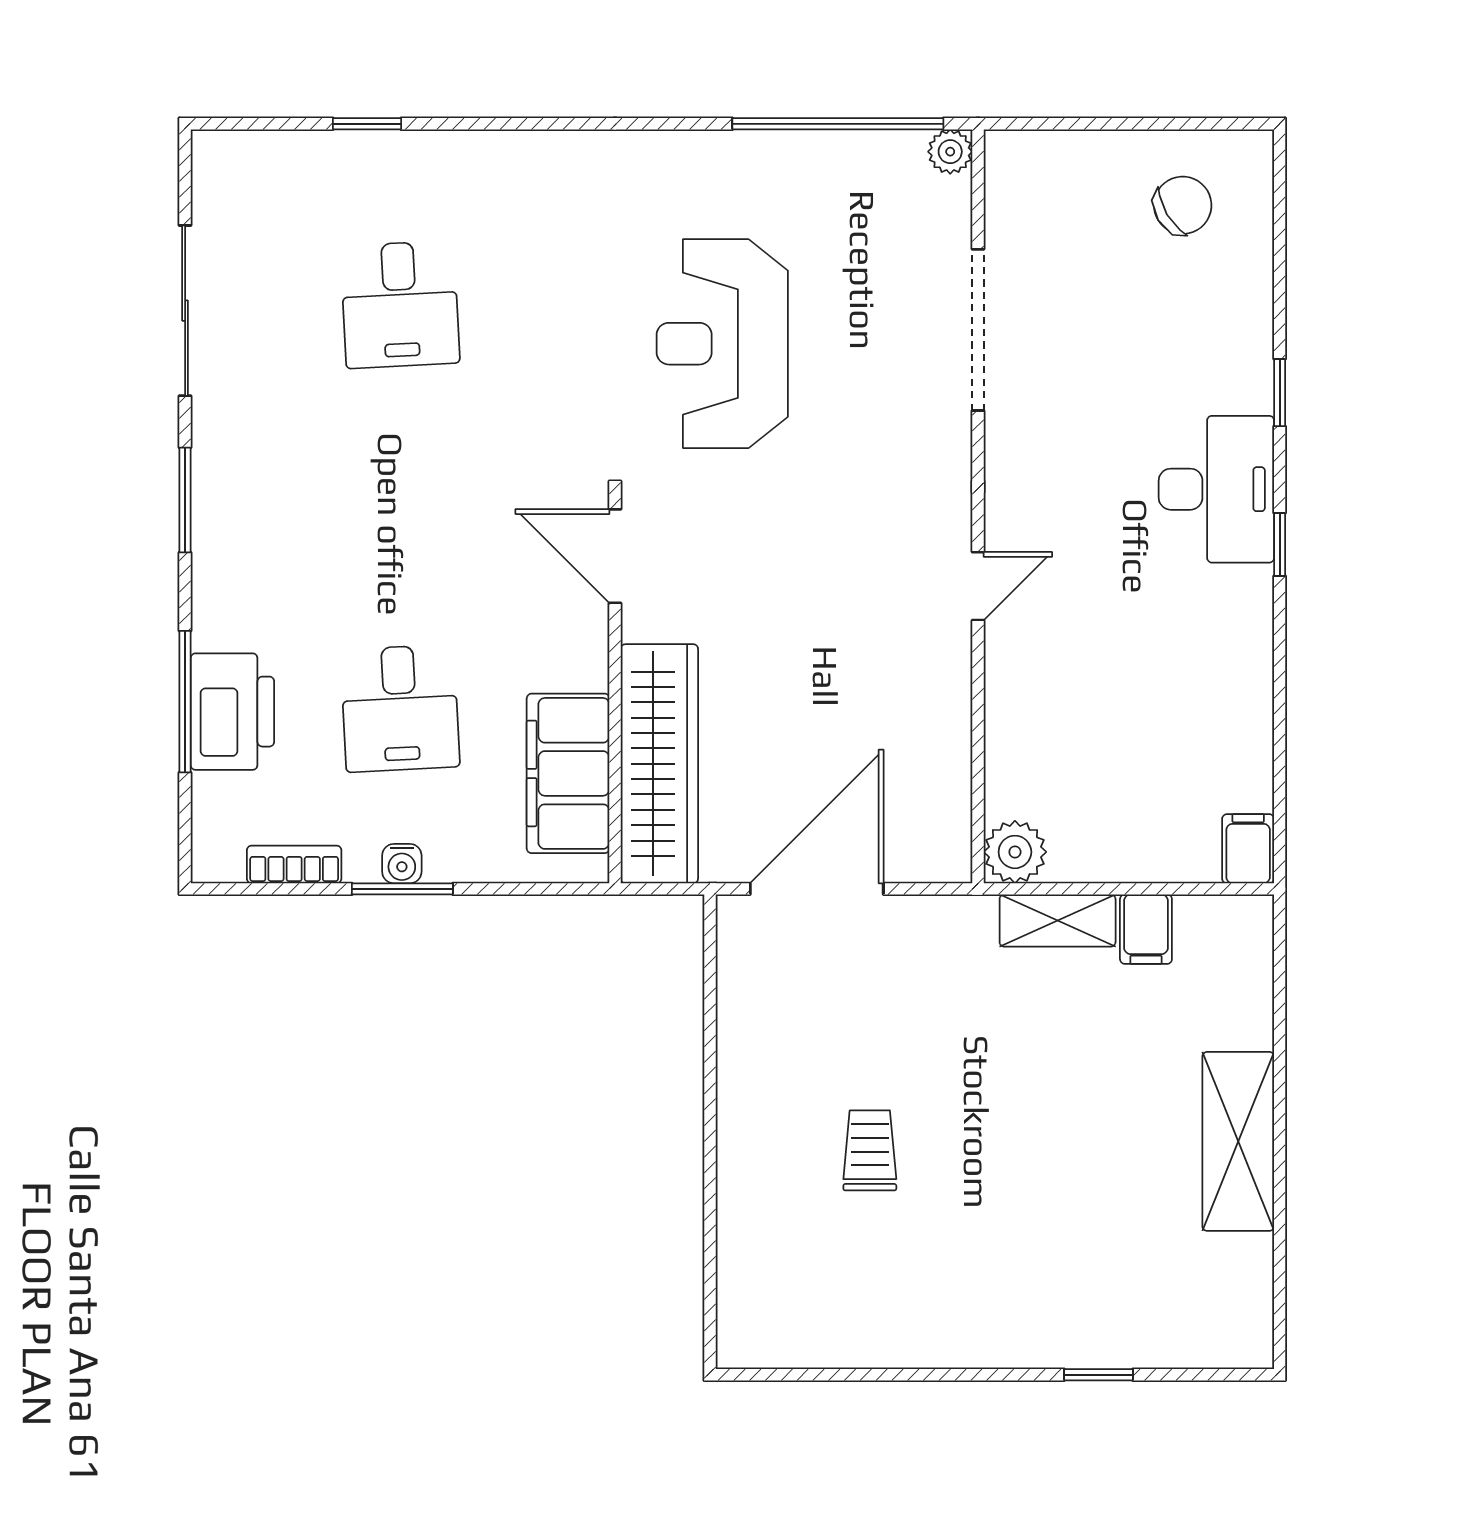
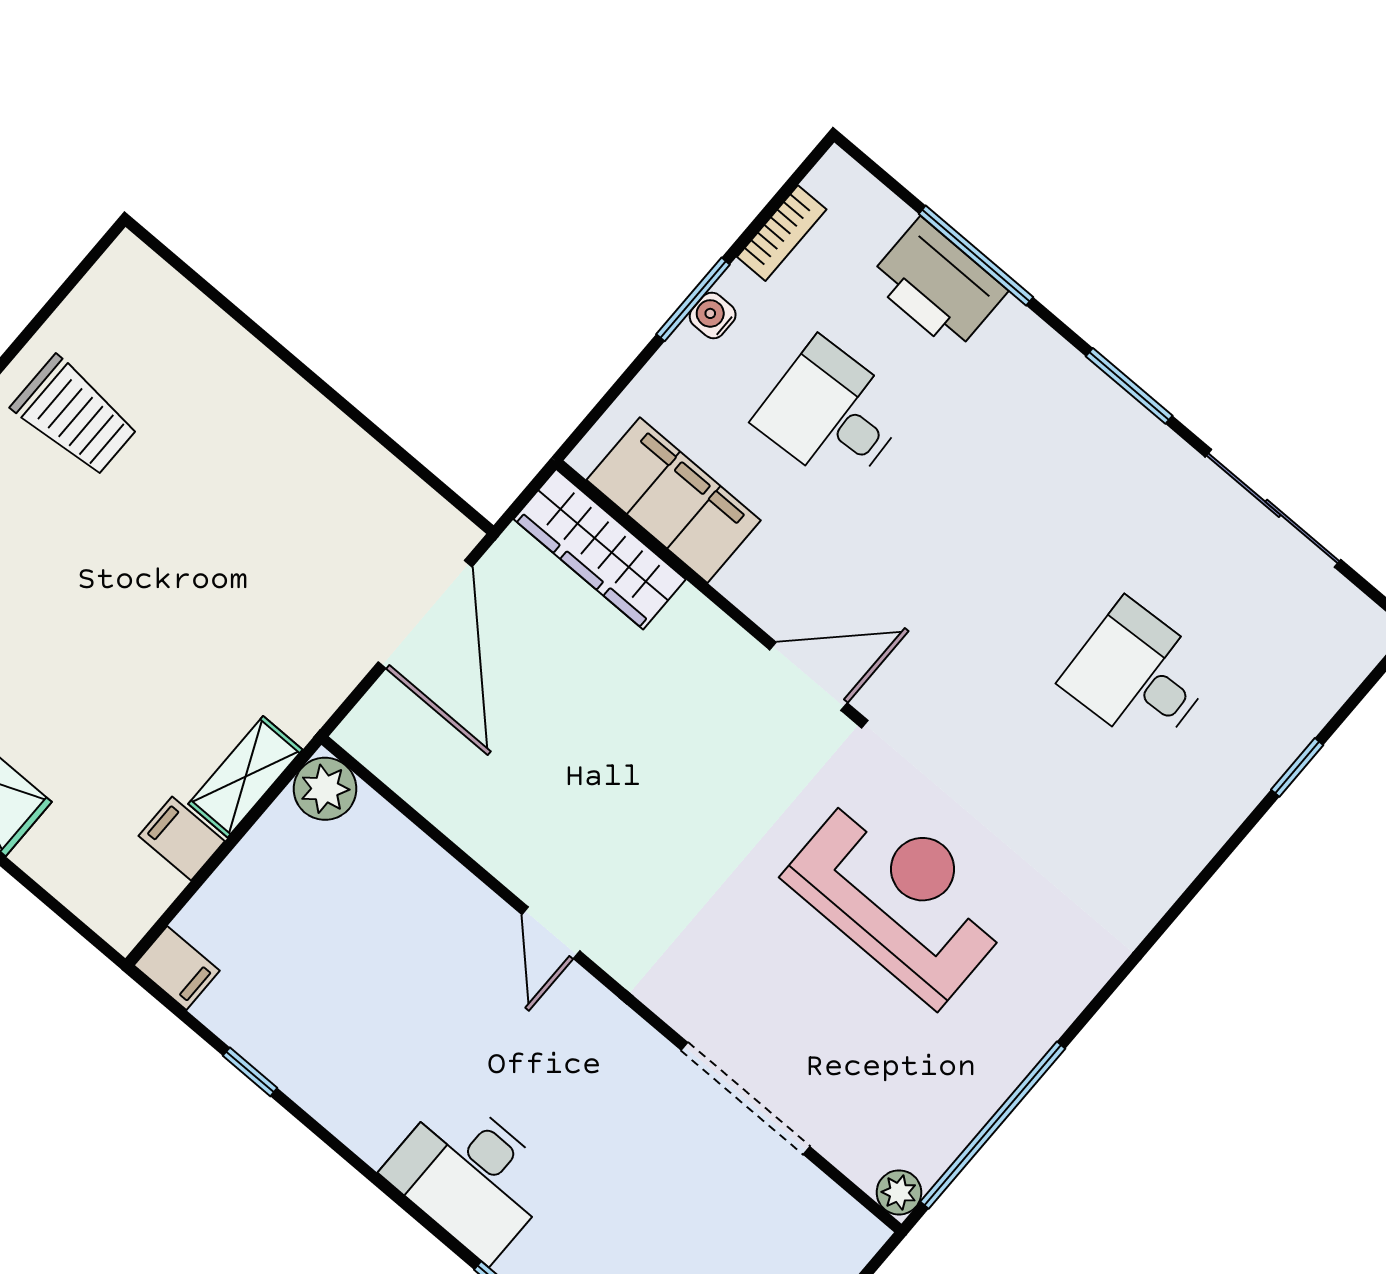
window: (1280, 545) -> (250, 1072), moved
wardrobe: (659, 764) -> (600, 549), width x0.71, depth x0.85
trolley: (870, 1150) -> (75, 416), moved, width x1.36, depth x1.39

